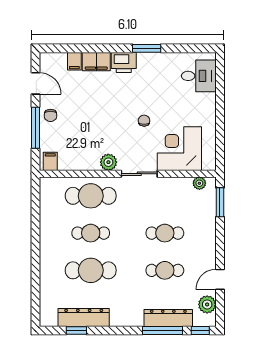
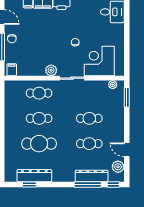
cafe table: (91, 196) -> (39, 93), width x0.73, depth x0.74
door: (220, 279) -> (127, 150), hinge flipped

